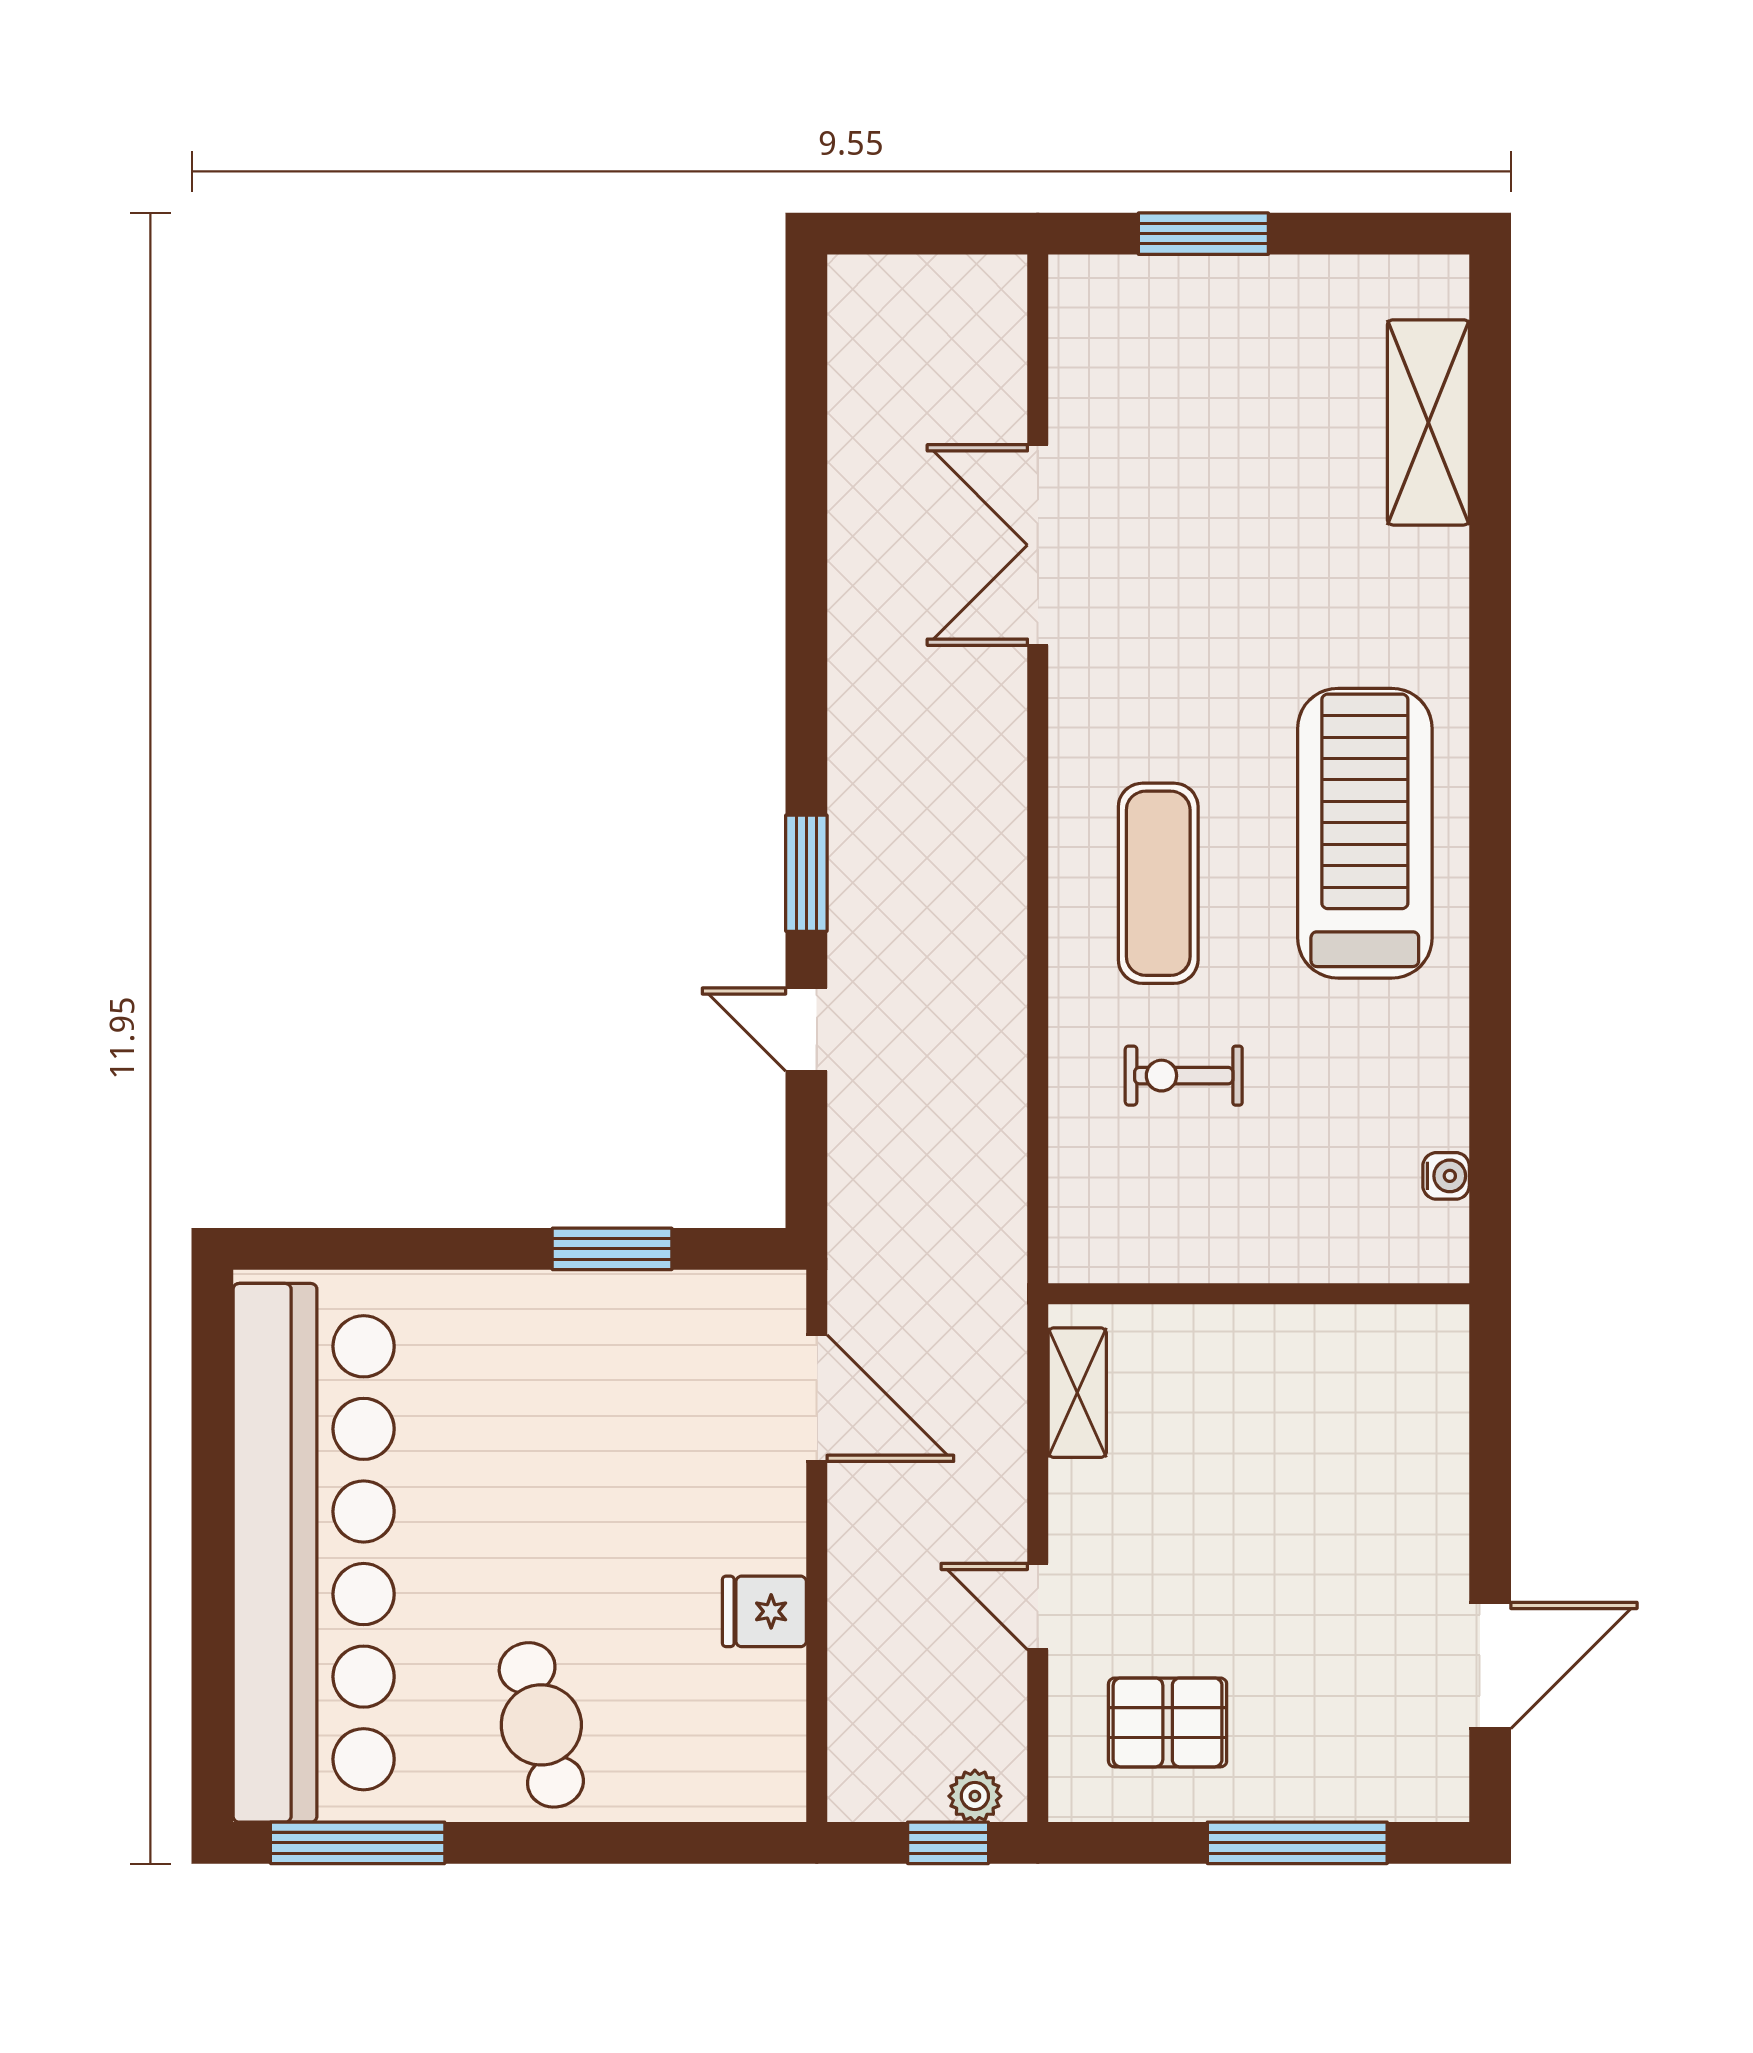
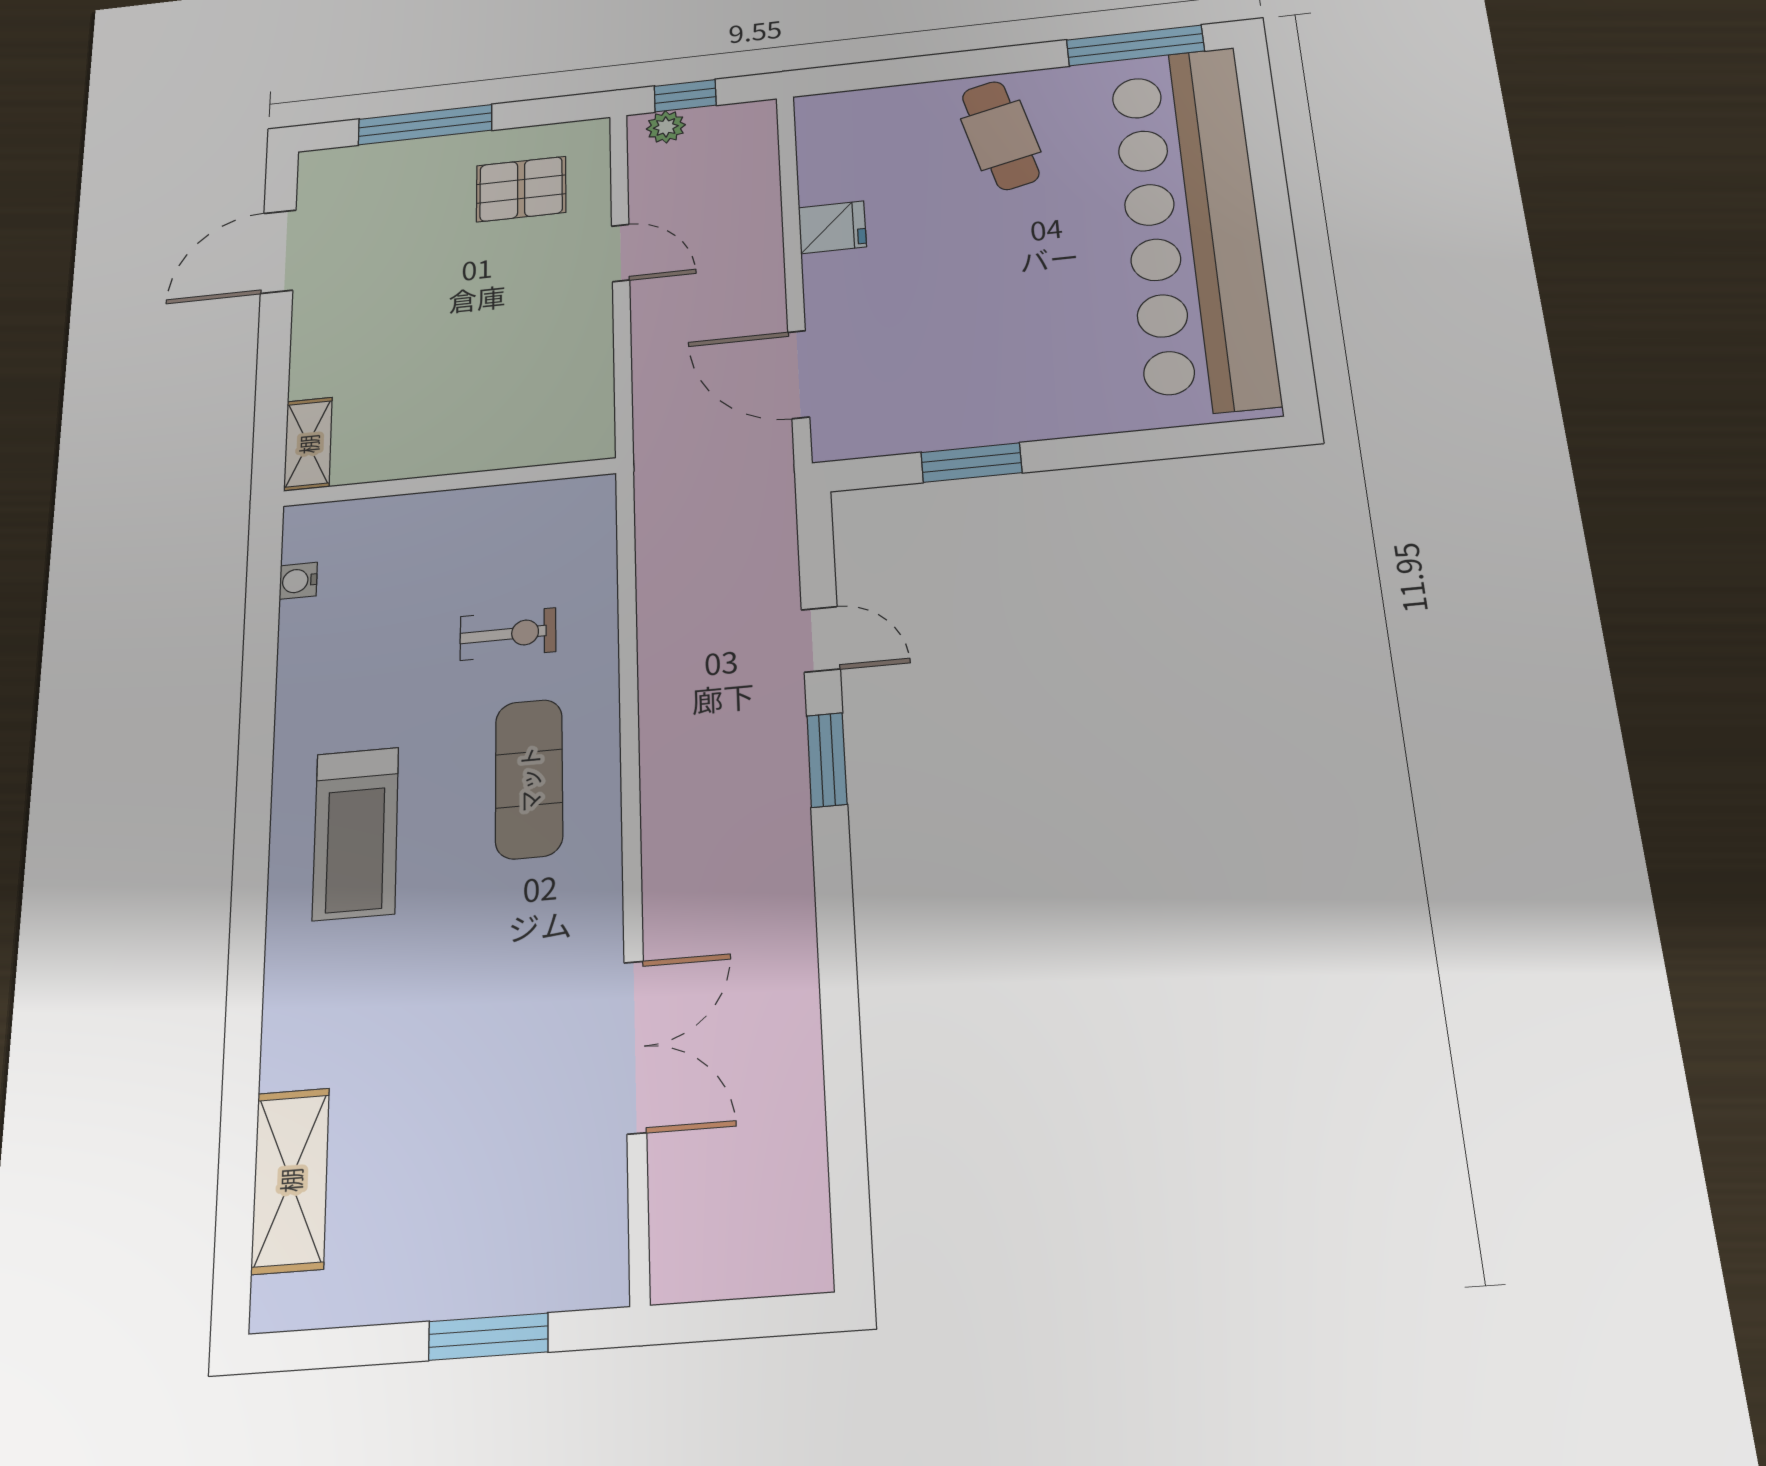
treadmill: (1365, 833) -> (356, 833), width x0.73, depth x0.73
shelving: (1077, 1393) -> (308, 444), moved

